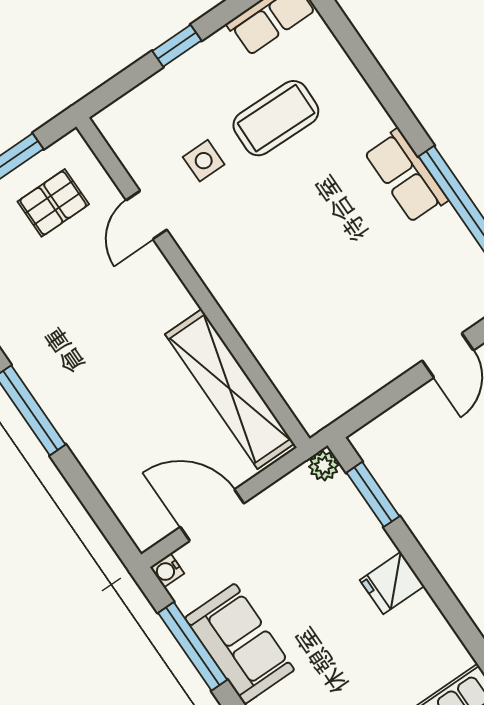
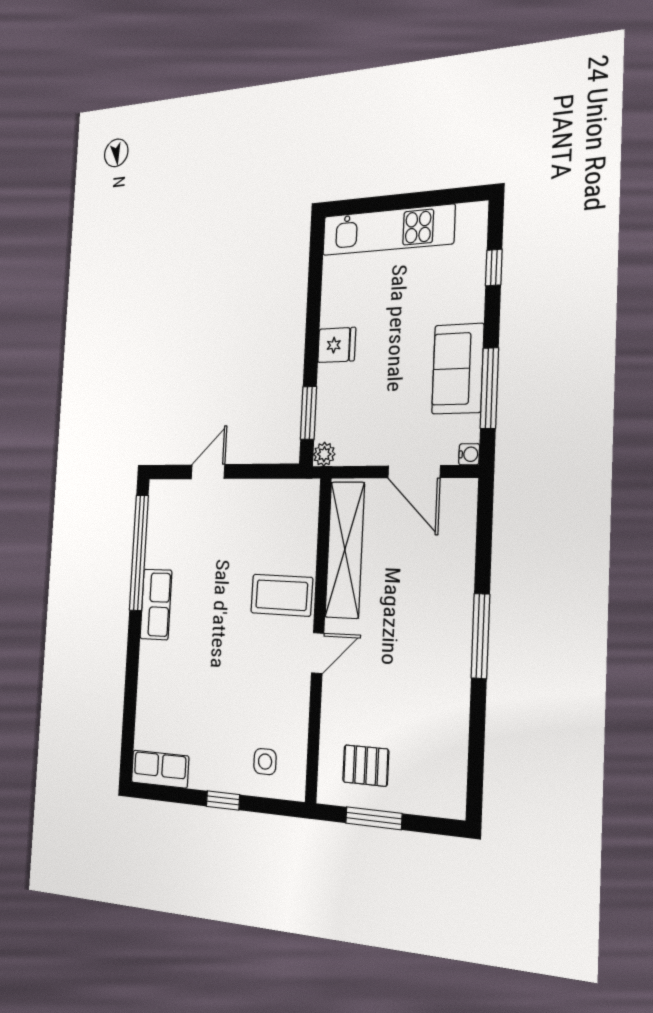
coffee table: (276, 118) -> (282, 595), moved
side table: (204, 161) -> (265, 762), moved
door: (146, 215) -> (318, 653), moved

